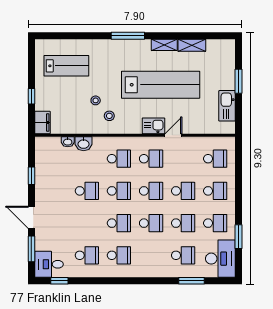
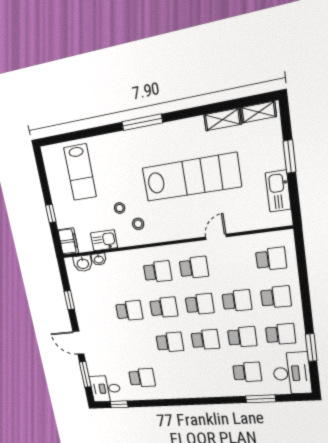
shelving: (164, 45) -> (258, 112), moved
lab bench: (66, 66) -> (80, 172), turned 90
kitchen sink: (153, 126) -> (104, 240), moved
washbasin: (84, 144) -> (83, 263), moved
school desk: (119, 255) -> (176, 376), removed

